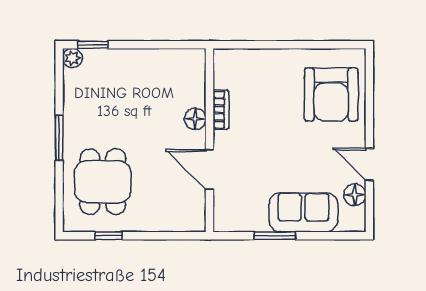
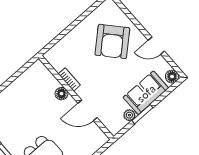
armchair: (331, 95) -> (112, 41), moved, turned 48
floor lamp: (355, 195) -> (172, 77), moved
plant: (257, 222) -> (129, 115), added

